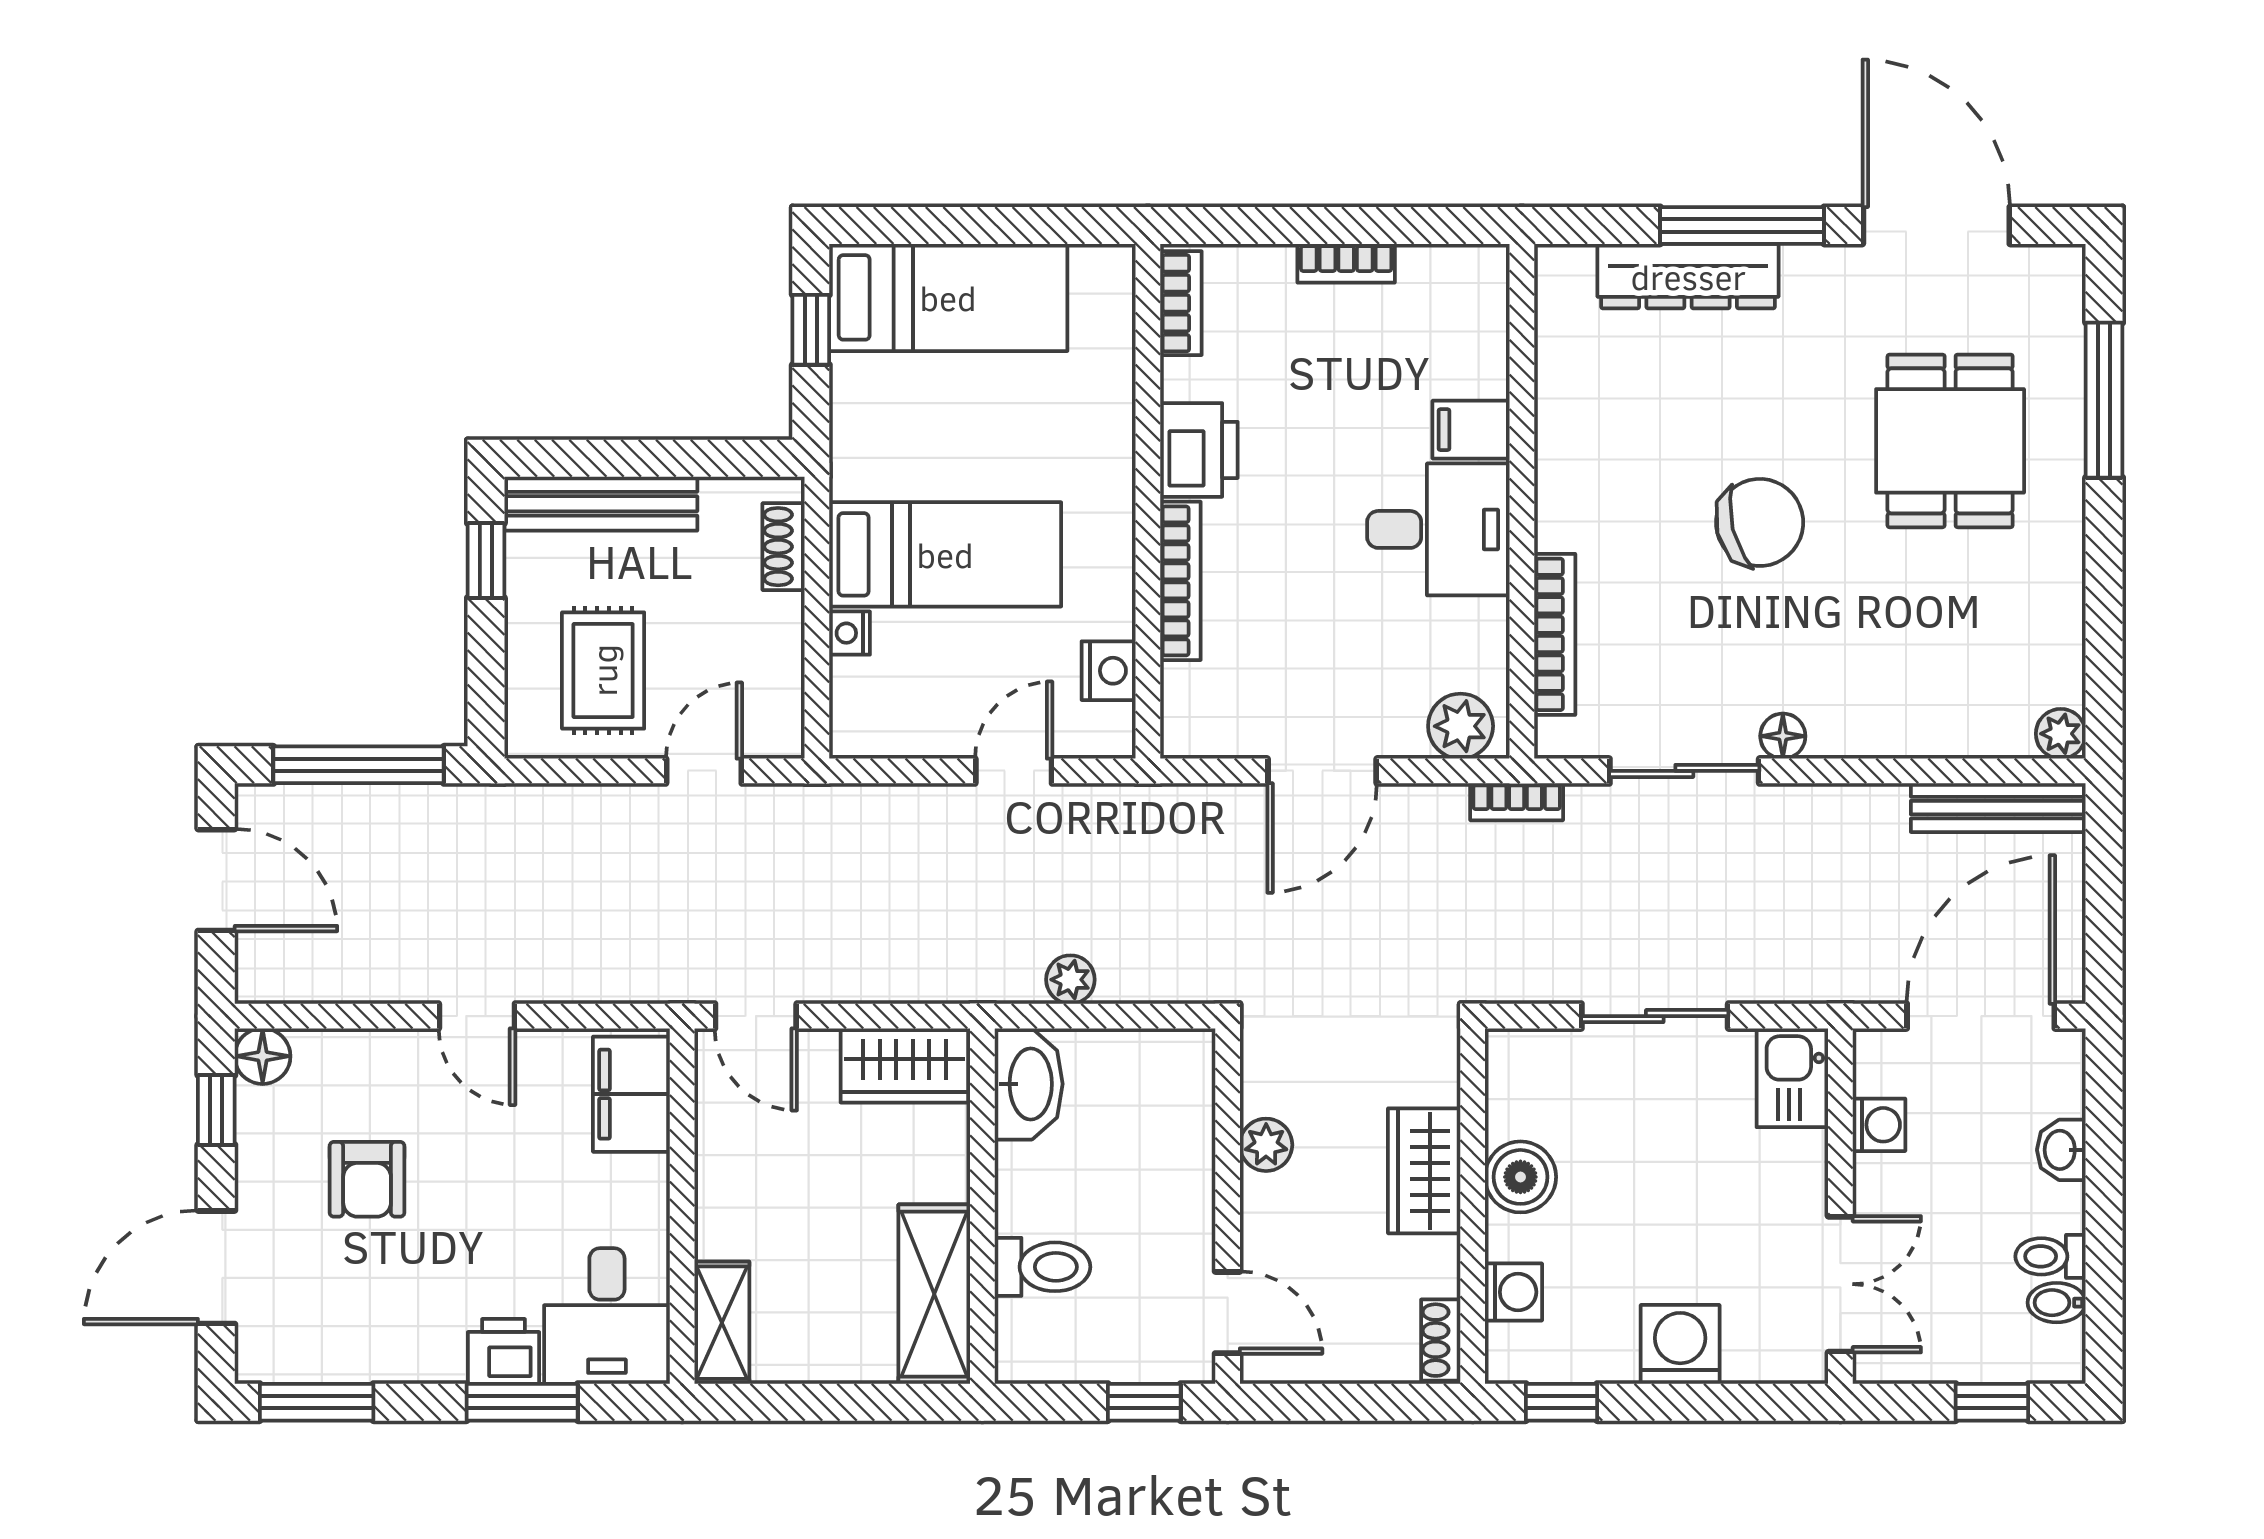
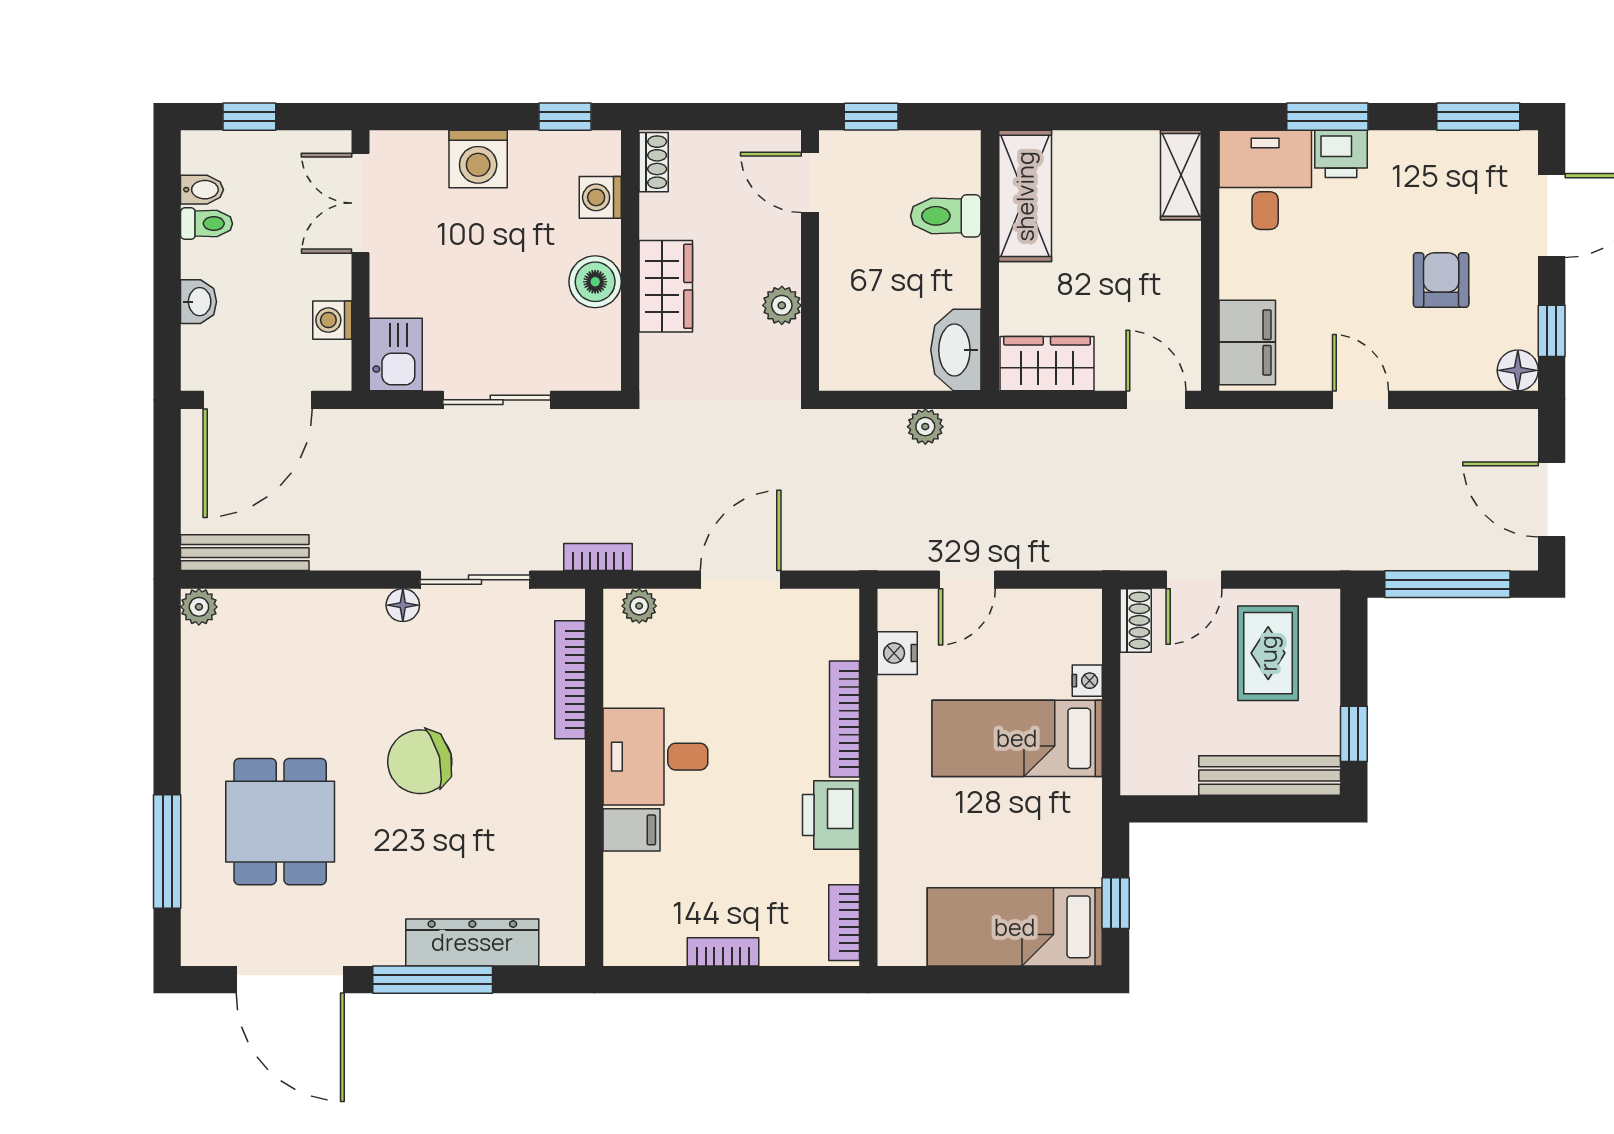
shoe rack: (784, 547) -> (1136, 620), moved
plant: (1461, 726) -> (639, 606), width x0.73, depth x0.73

